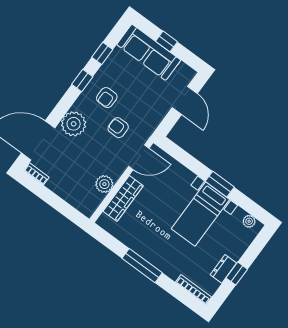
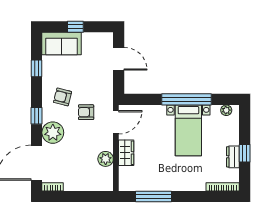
sofa: (149, 52) -> (61, 44), width x0.73
window: (82, 80) -> (36, 116), moved
armchair: (107, 98) -> (62, 97), turned 104
window: (220, 184) -> (186, 99), width x2.11
wardrobe: (123, 198) -> (126, 153), width x0.67
window: (142, 266) -> (153, 197), moved

